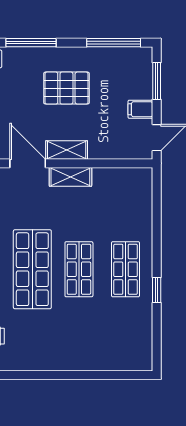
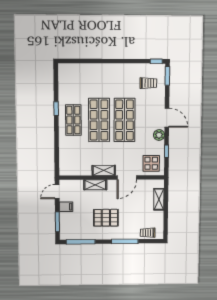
shelving: (67, 150) -> (95, 185), moved
door: (28, 163) -> (127, 178), hinge flipped
shop shelf: (79, 269) -> (99, 120), width x1.43, depth x1.36

